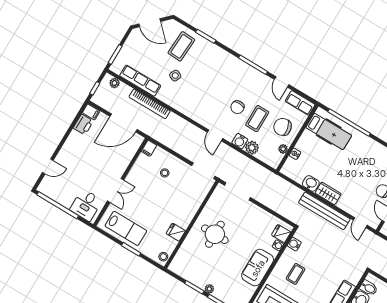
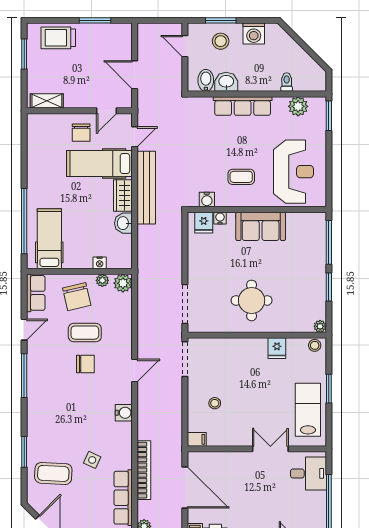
water cooler: (240, 141) -> (124, 413), moved
plant: (252, 148) -> (123, 283), moved
hospital bed: (357, 191) -> (99, 164), added
plant: (209, 289) -> (320, 326), moved

